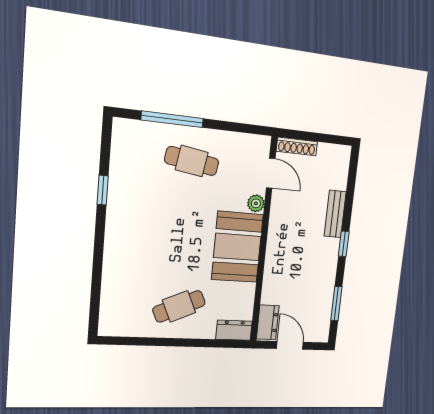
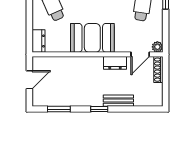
plant: (256, 203) -> (157, 47), moved
dresser: (268, 322) -> (115, 63), moved

